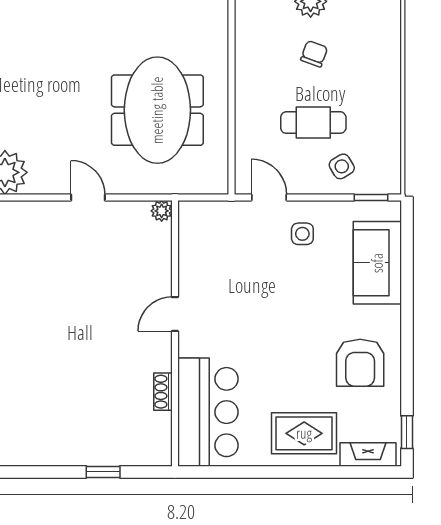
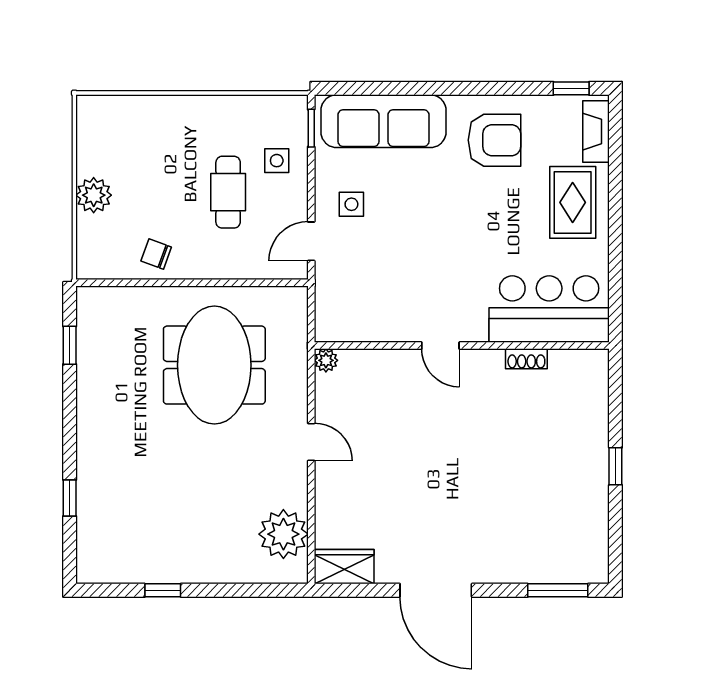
chair: (314, 54) -> (156, 254), moved
meeting table: (157, 110) -> (214, 365), turned 90
side table: (342, 166) -> (277, 161), turned 31
door: (88, 197) -> (311, 442), swing flipped
sofa: (377, 263) -> (383, 121), width x1.36
window: (103, 472) -> (615, 466), moved

